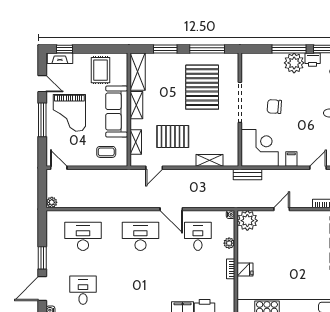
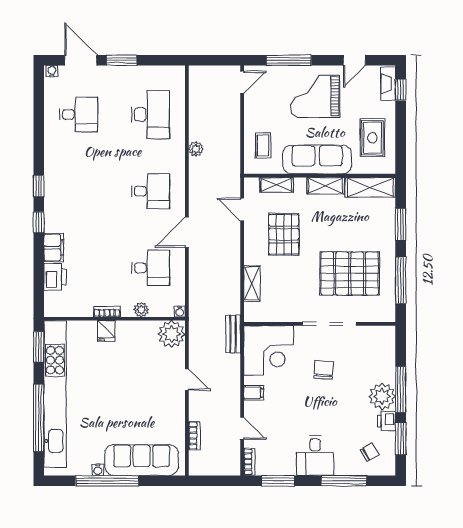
rug: (100, 70) -> (372, 138), turned 90
window: (42, 120) -> (289, 60), moved
plant: (52, 202) -> (196, 149), moved
desk: (140, 236) -> (150, 191), width x0.73

